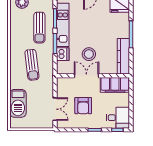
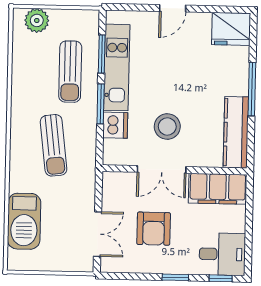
double door: (86, 76) -> (162, 169), swing flipped

